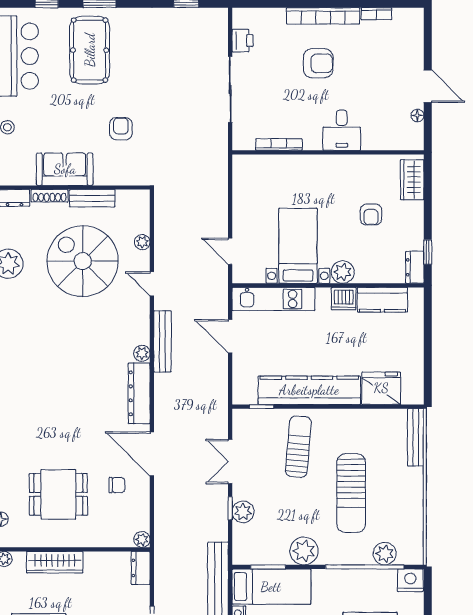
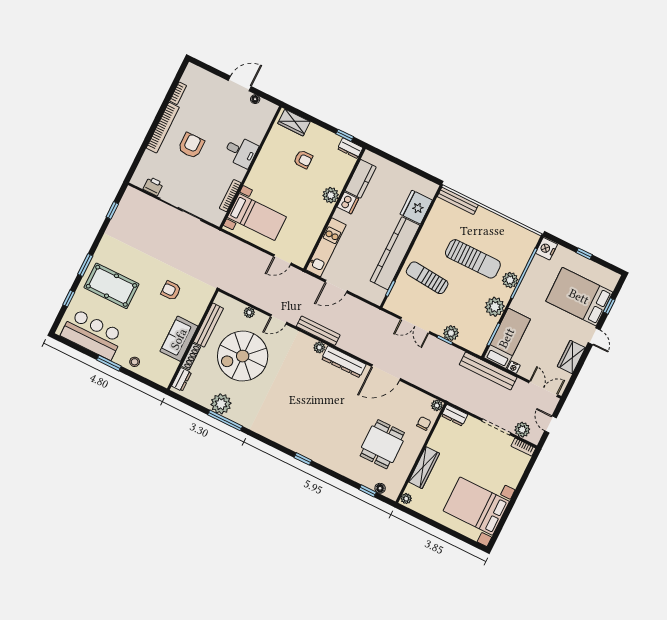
bench: (92, 198) -> (208, 325), width x1.36
bed with nightstands: (298, 246) -> (257, 217), moved, turned 180
chair: (117, 485) -> (424, 423), moved
plant: (385, 554) -> (510, 280), moved

